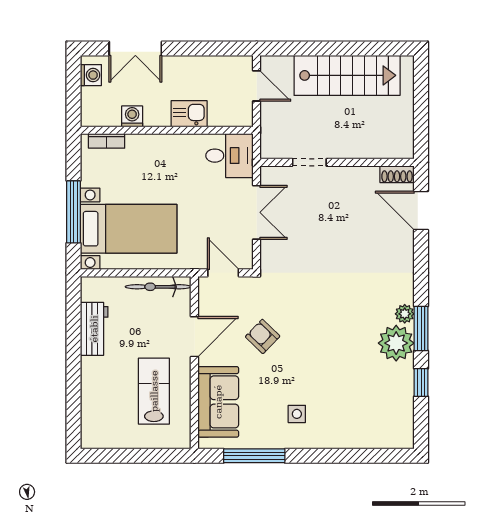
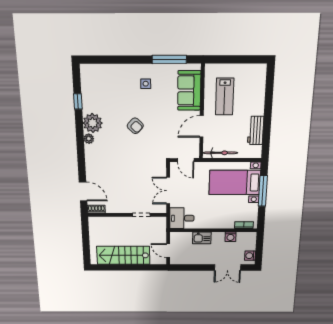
double door: (135, 49) -> (228, 268), swing flipped
window: (421, 329) -> (80, 131), removed
armchair: (263, 336) -> (135, 126), moved

